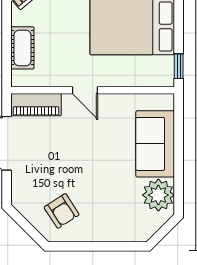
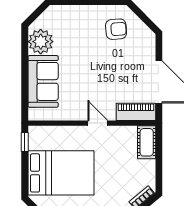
cot: (22, 48) -> (147, 142), moved
armchair: (62, 211) -> (116, 29), turned 119

